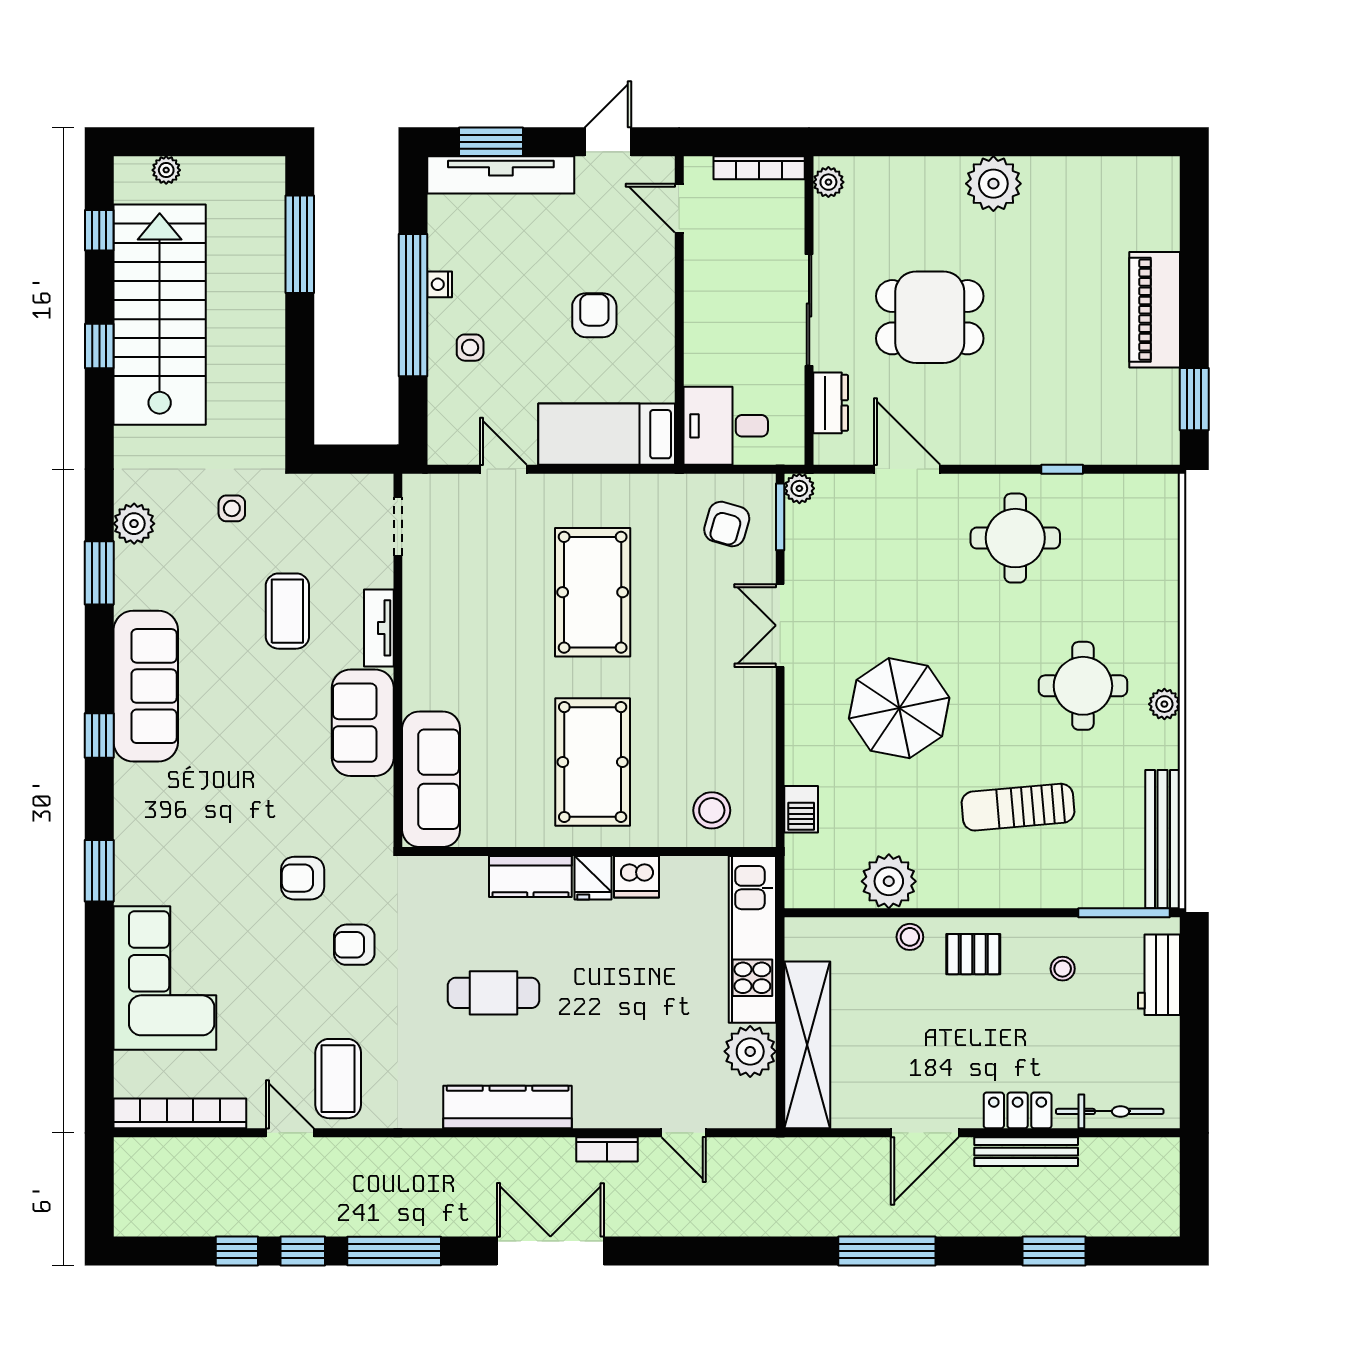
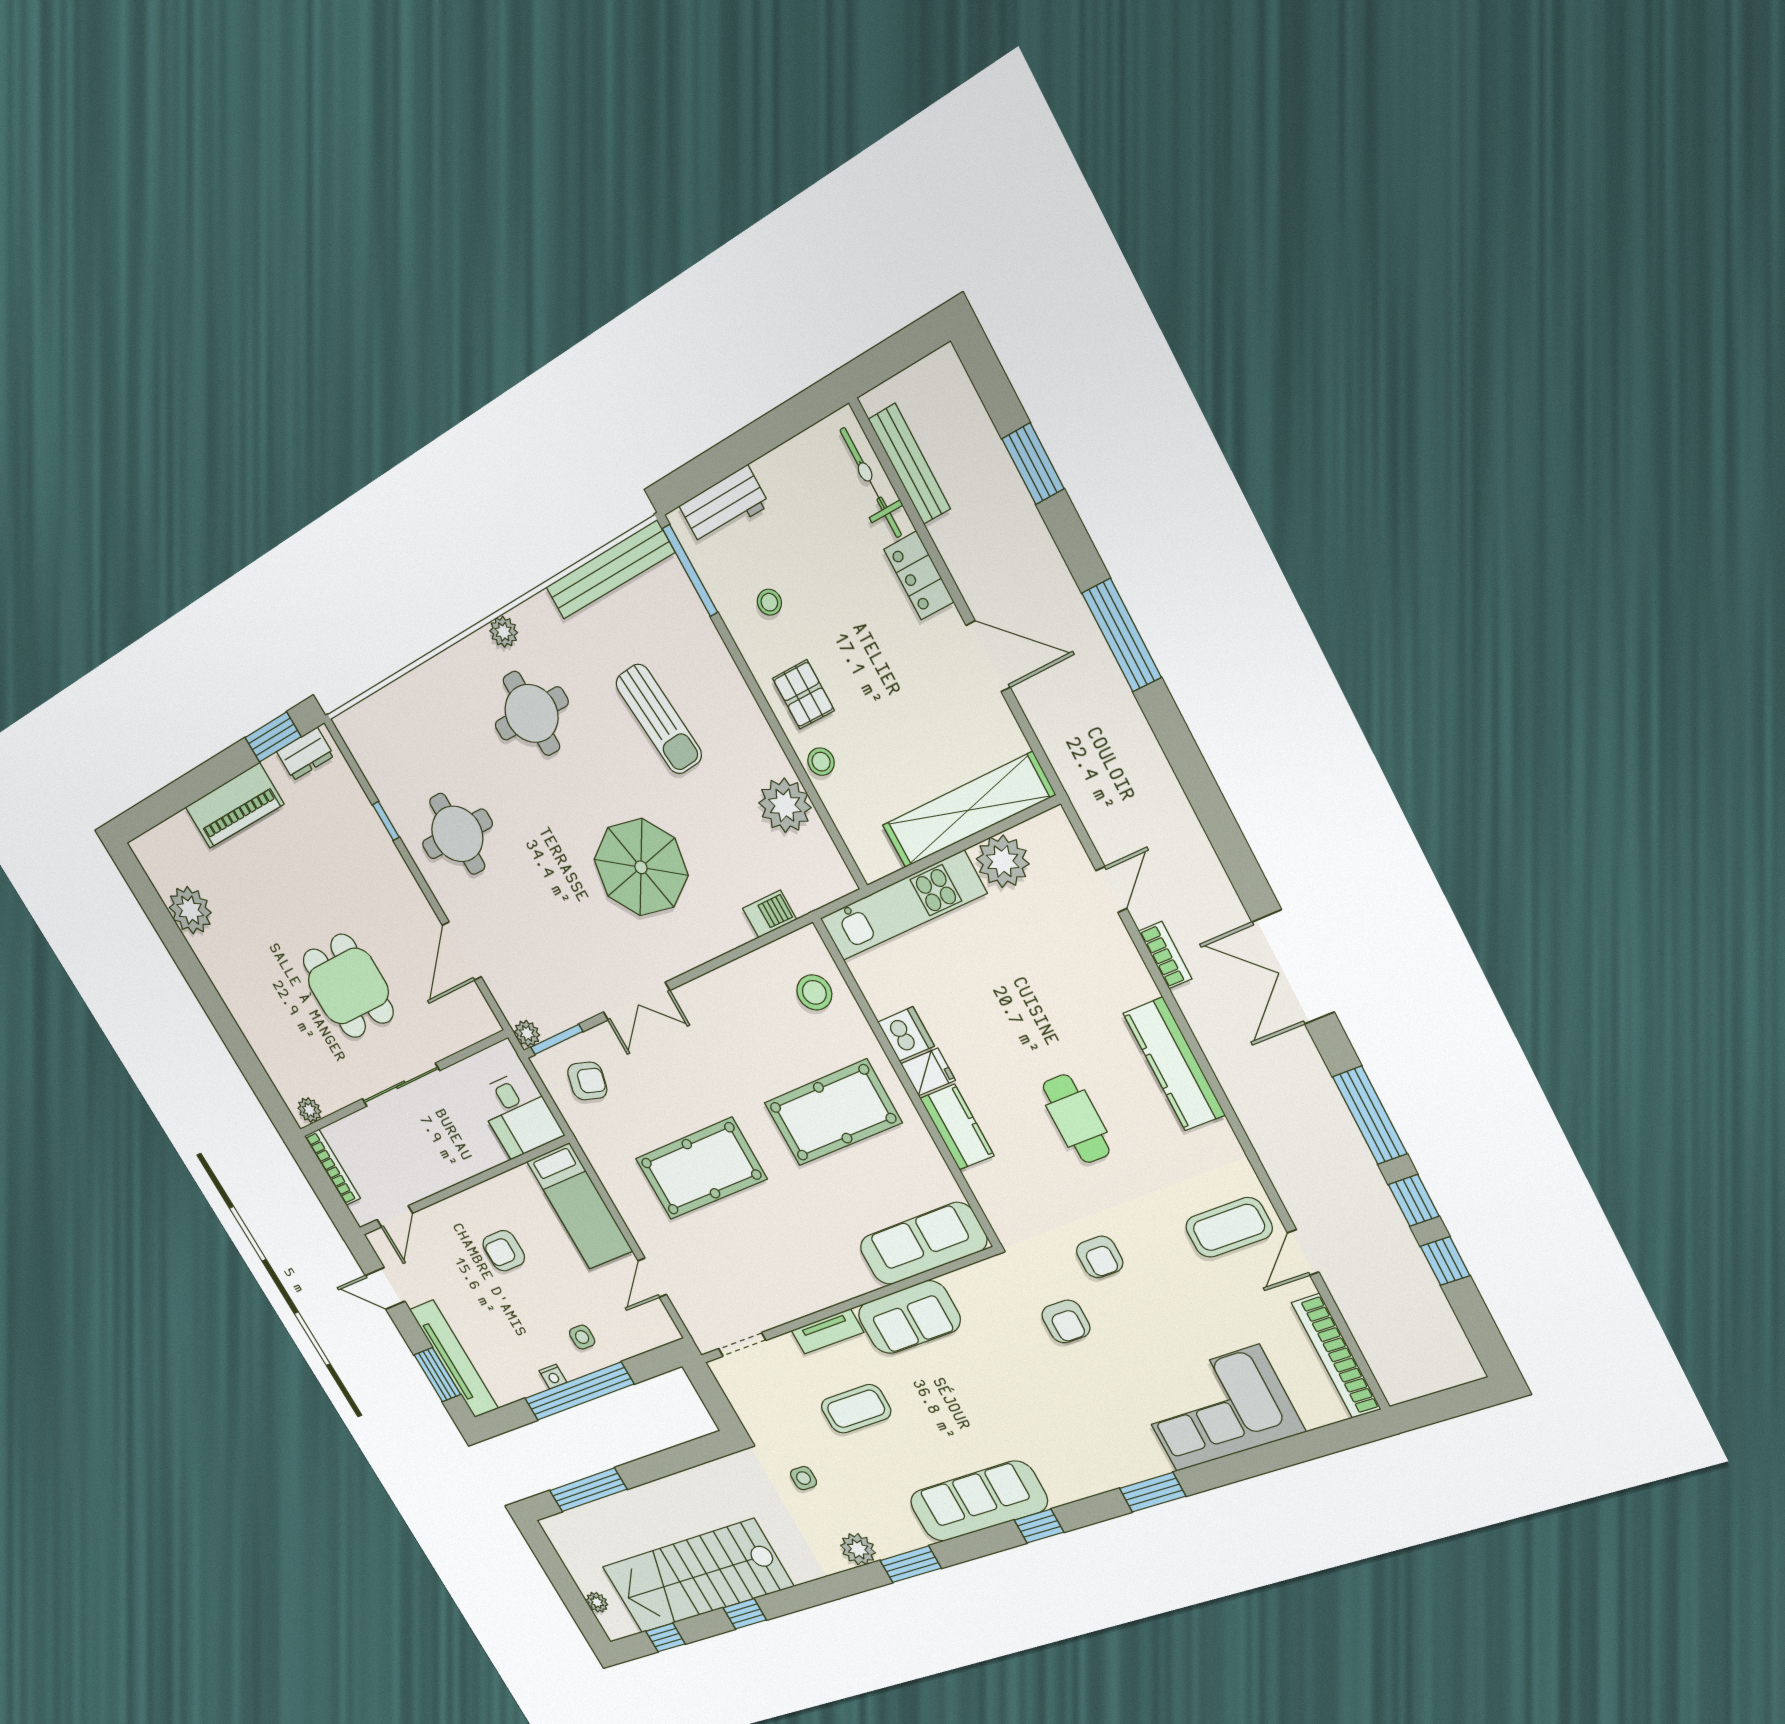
plant: (993, 184) -> (190, 910), moved
dresser: (831, 403) -> (305, 754), moved, turned 180
bench: (1026, 1152) -> (909, 464), moved

